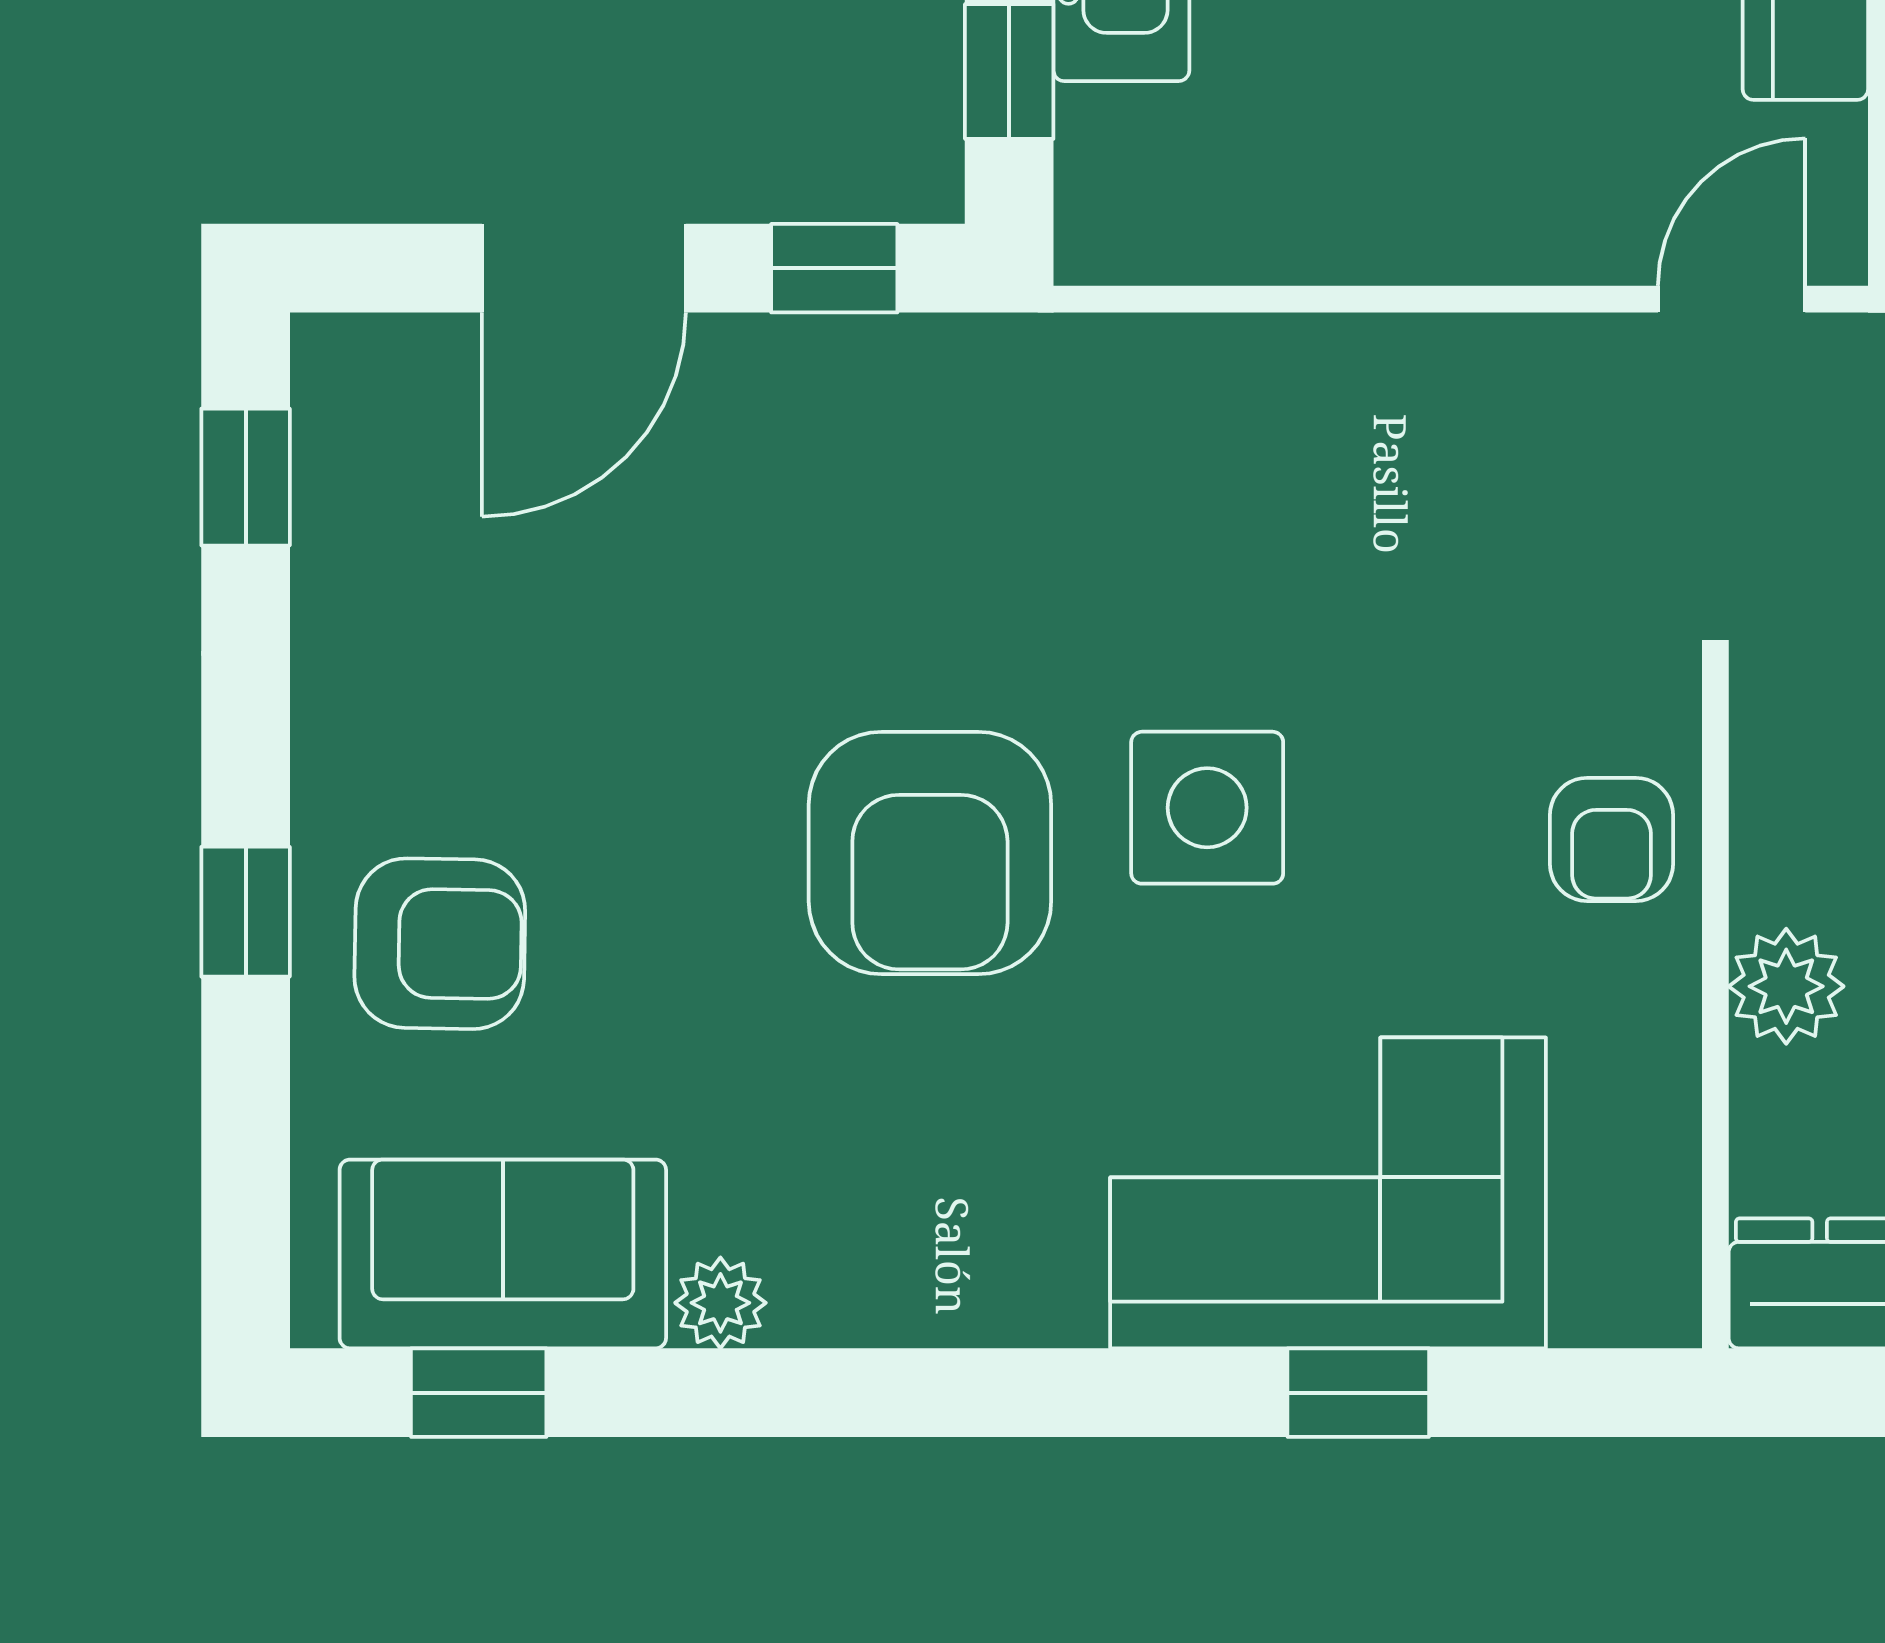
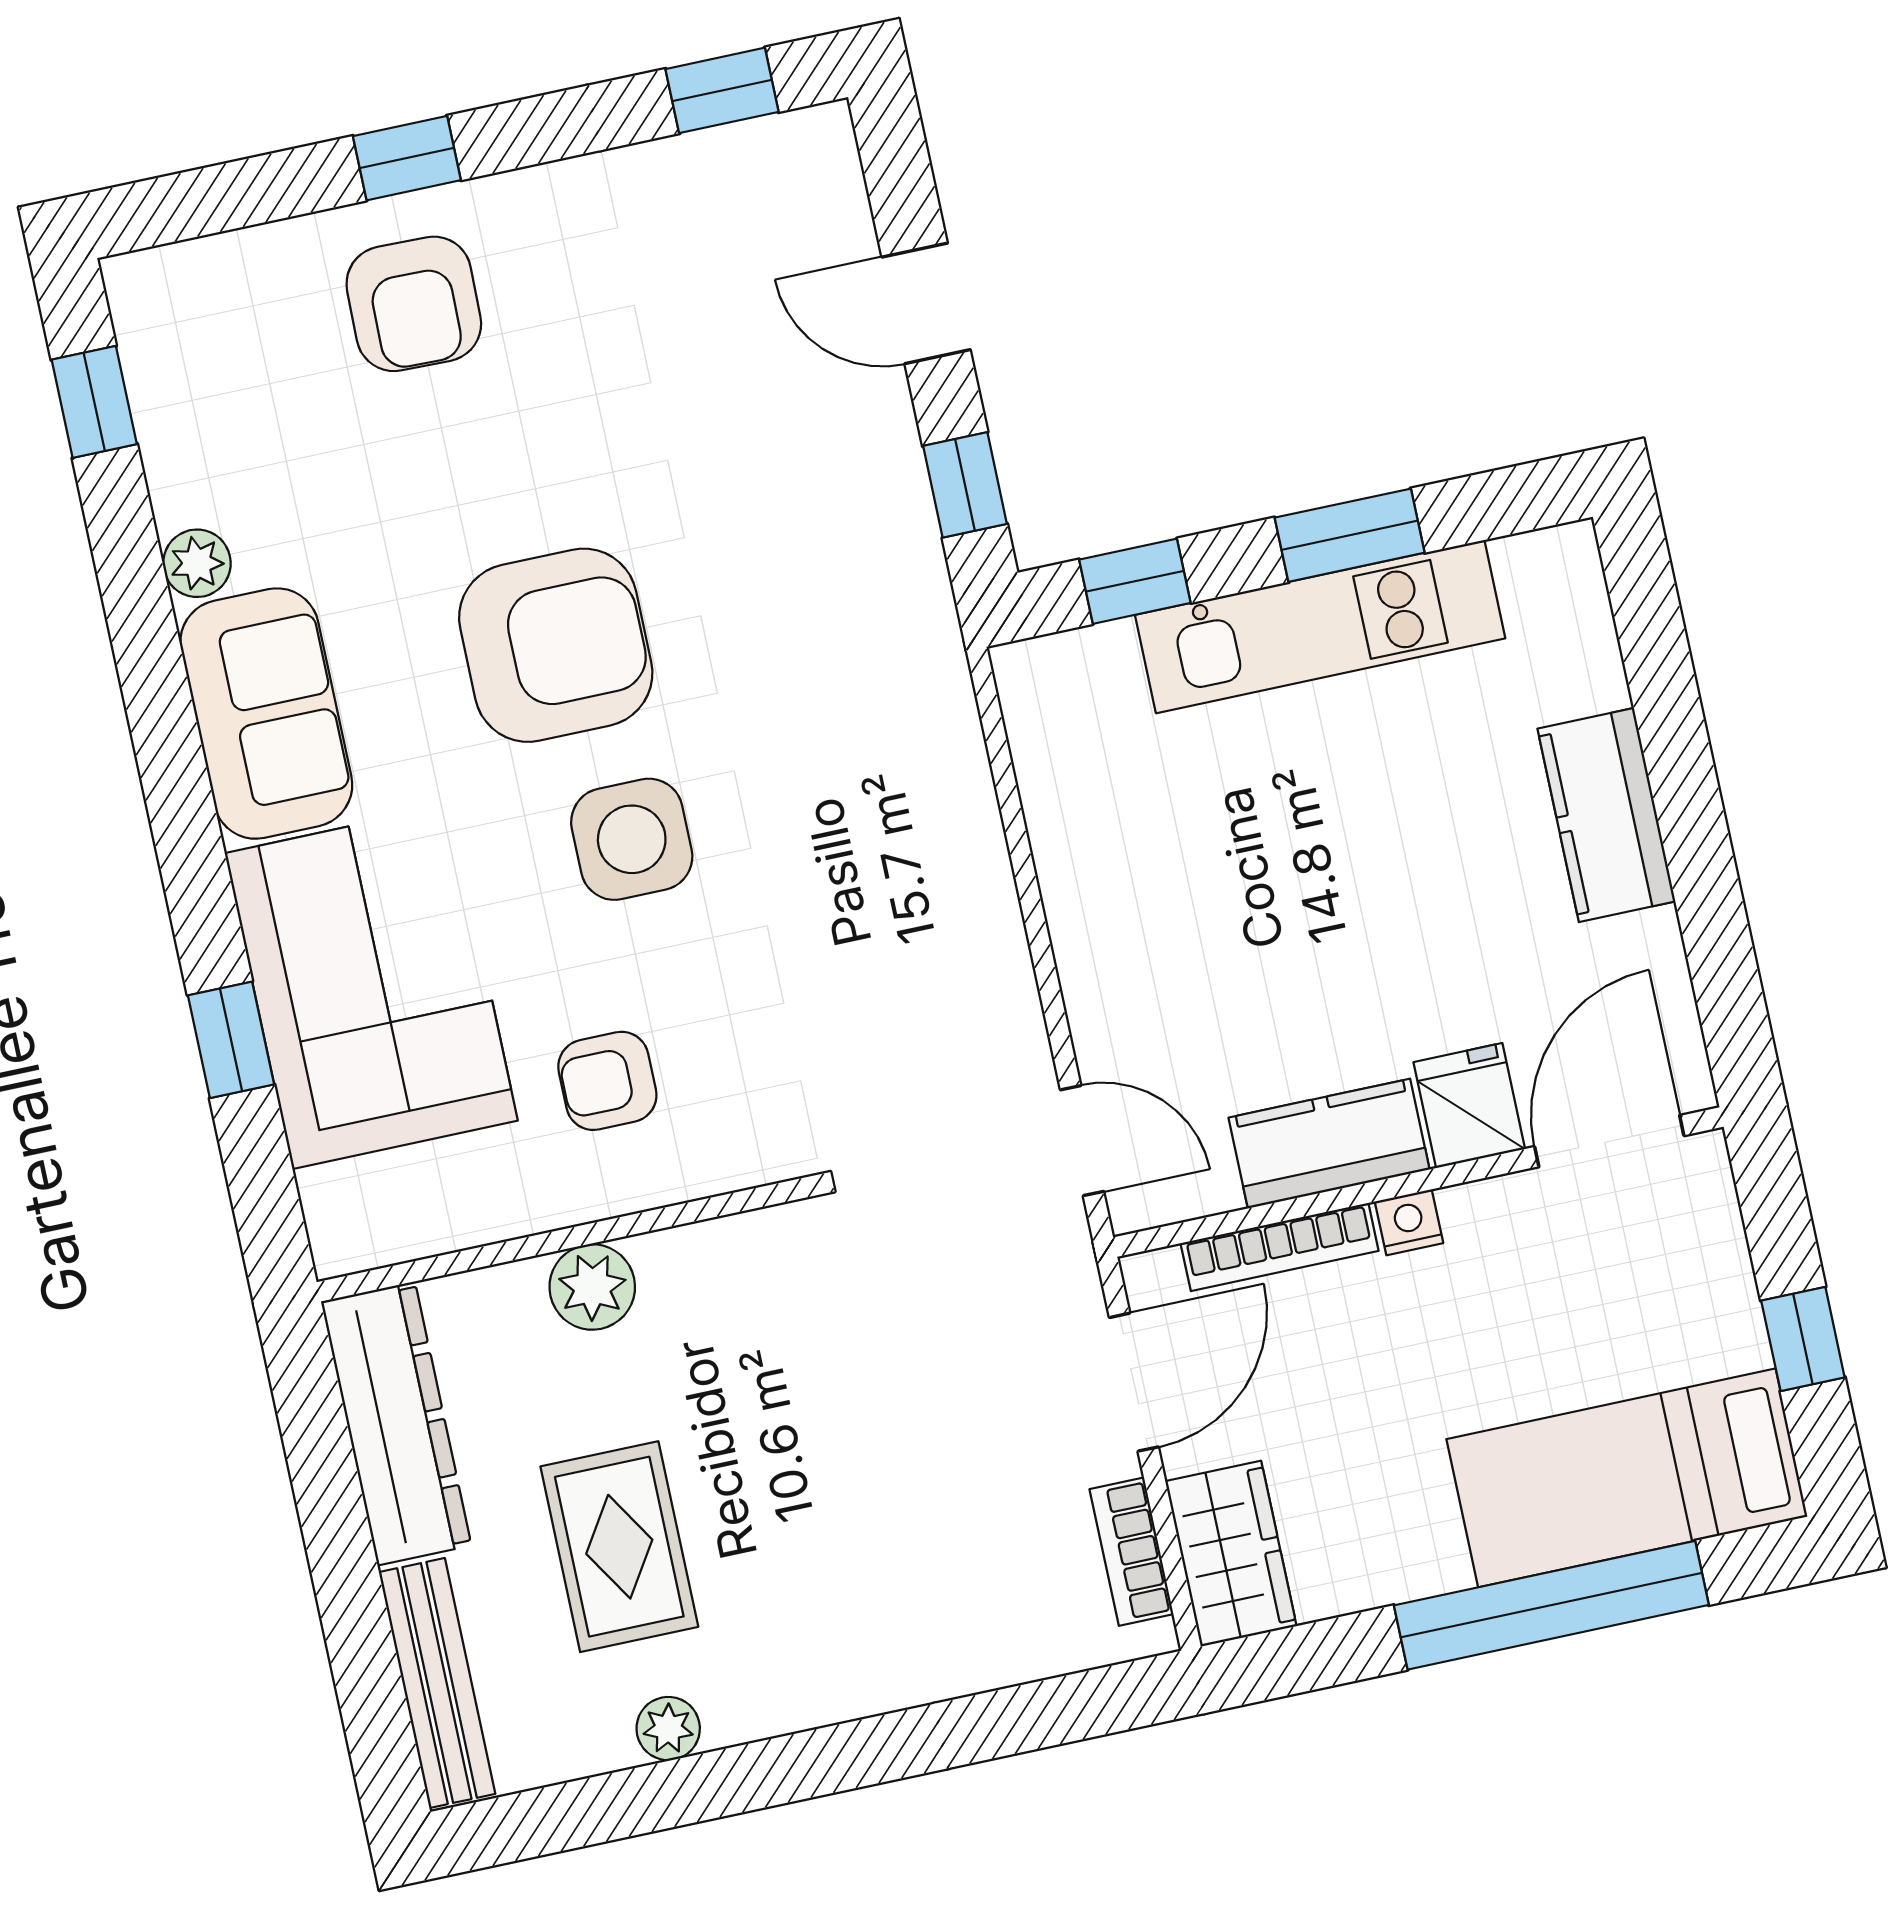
door: (584, 268) -> (926, 303), width x0.73
armchair: (1611, 839) -> (607, 1081), moved
armchair: (930, 853) -> (556, 645), turned 180
sofa: (503, 1254) -> (266, 714), moved

